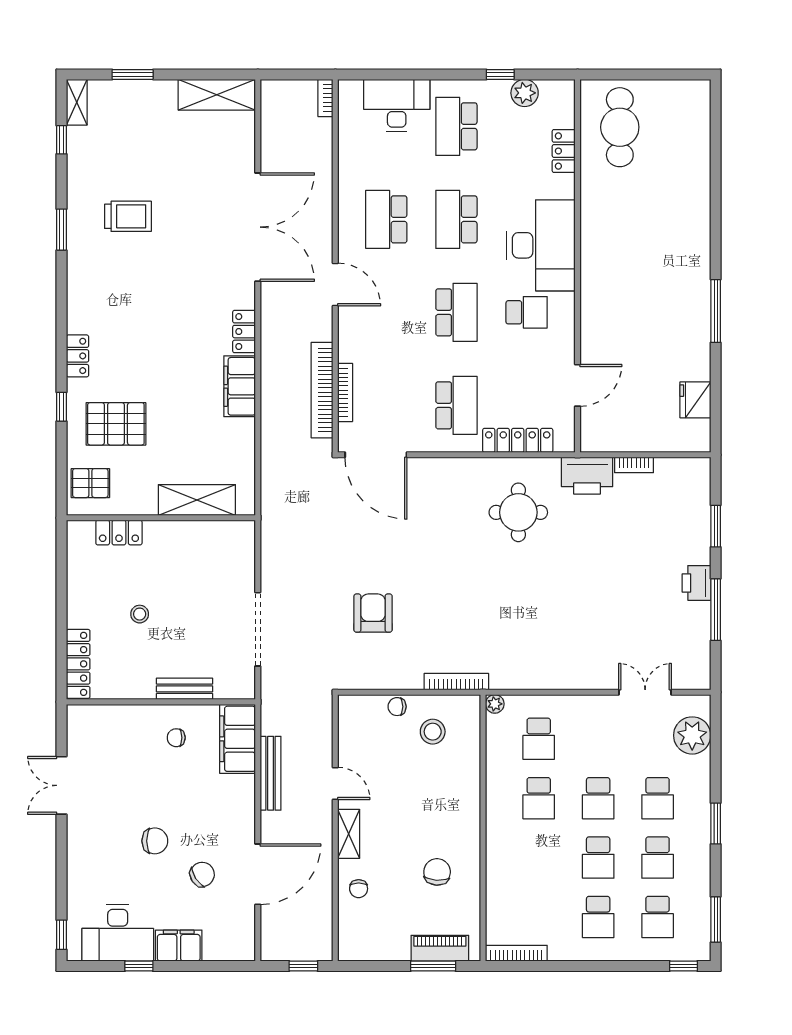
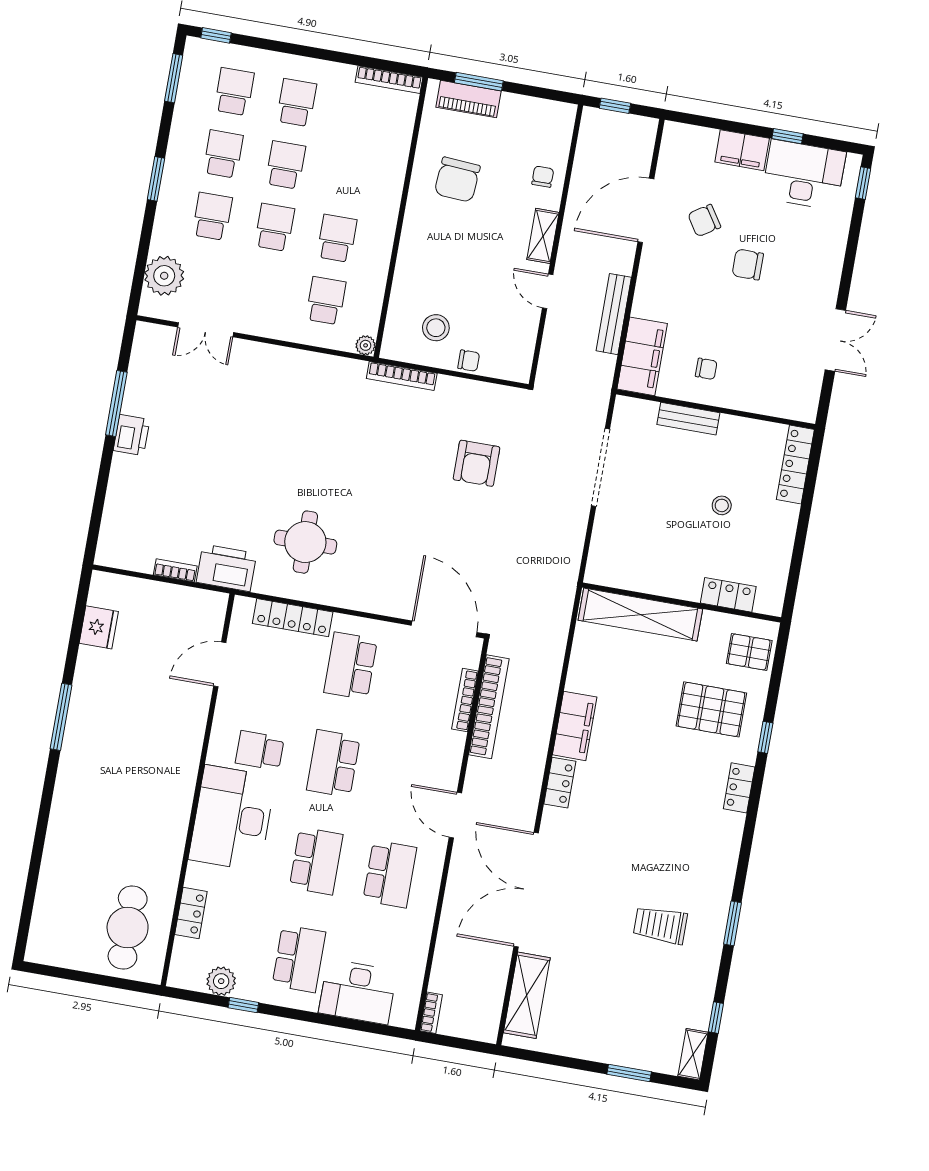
shelving: (217, 95) -> (527, 995), moved, turned 90
shelving: (197, 500) -> (640, 615), width x1.47
window: (716, 526) -> (101, 491), removed
chair: (437, 872) -> (457, 180), width x1.37, depth x1.37

